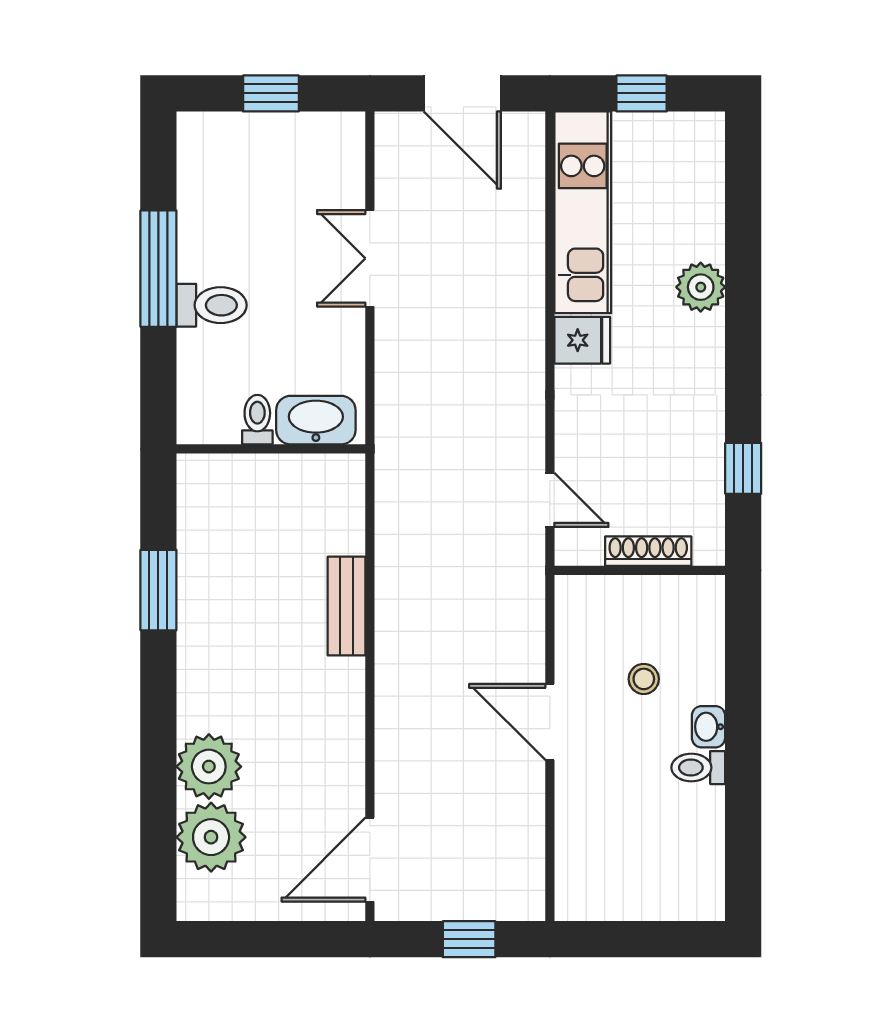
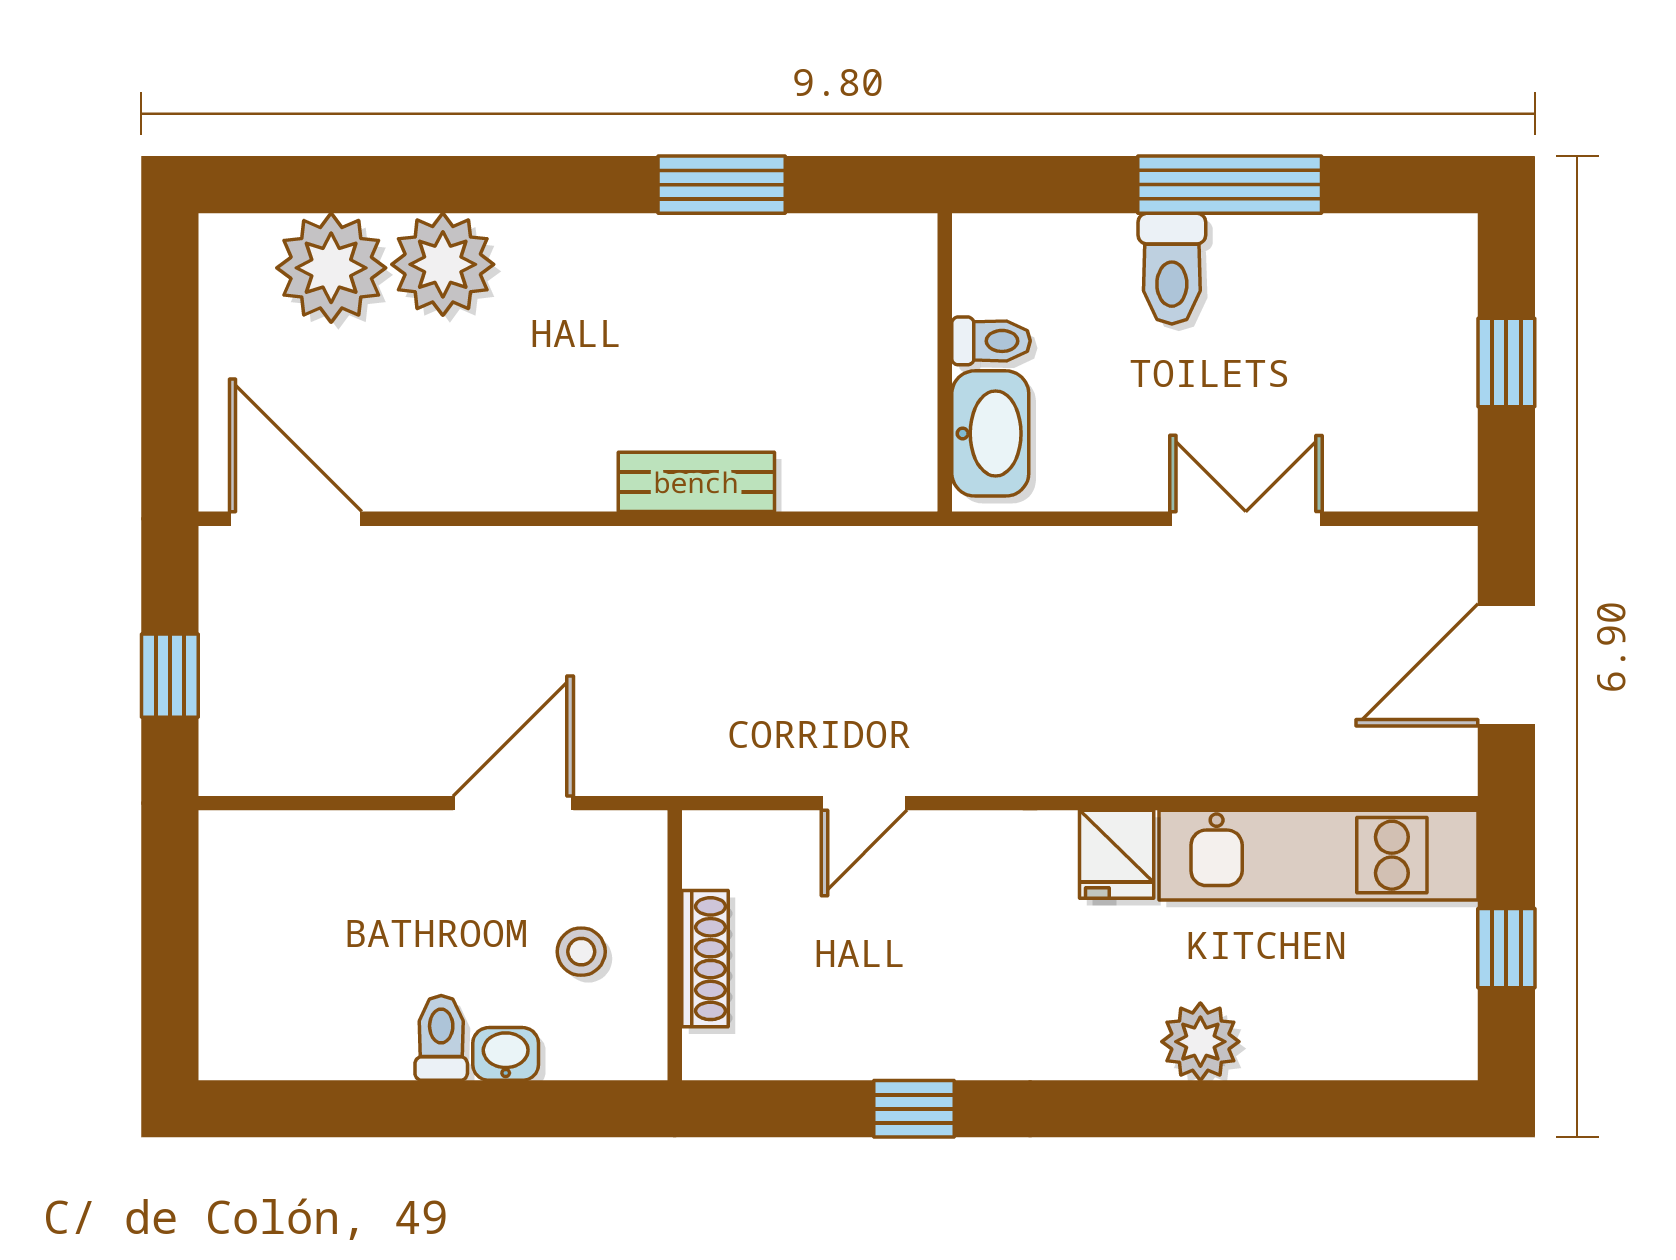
shoe rack: (648, 551) -> (705, 959), moved
wall: (640, 570) -> (675, 945), moved

